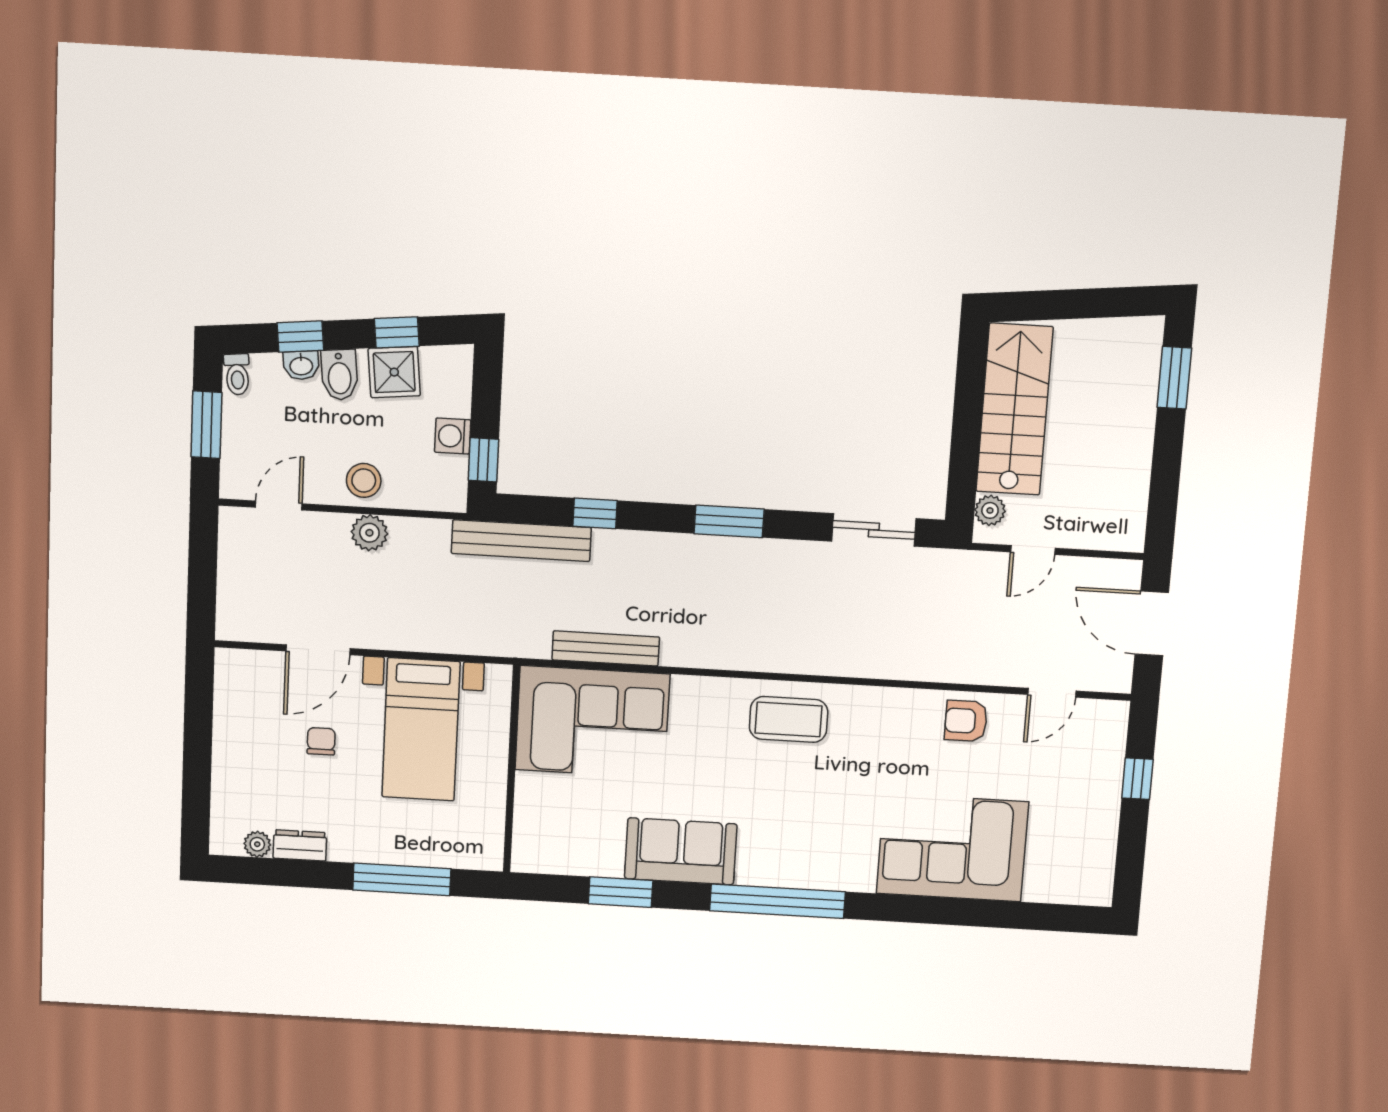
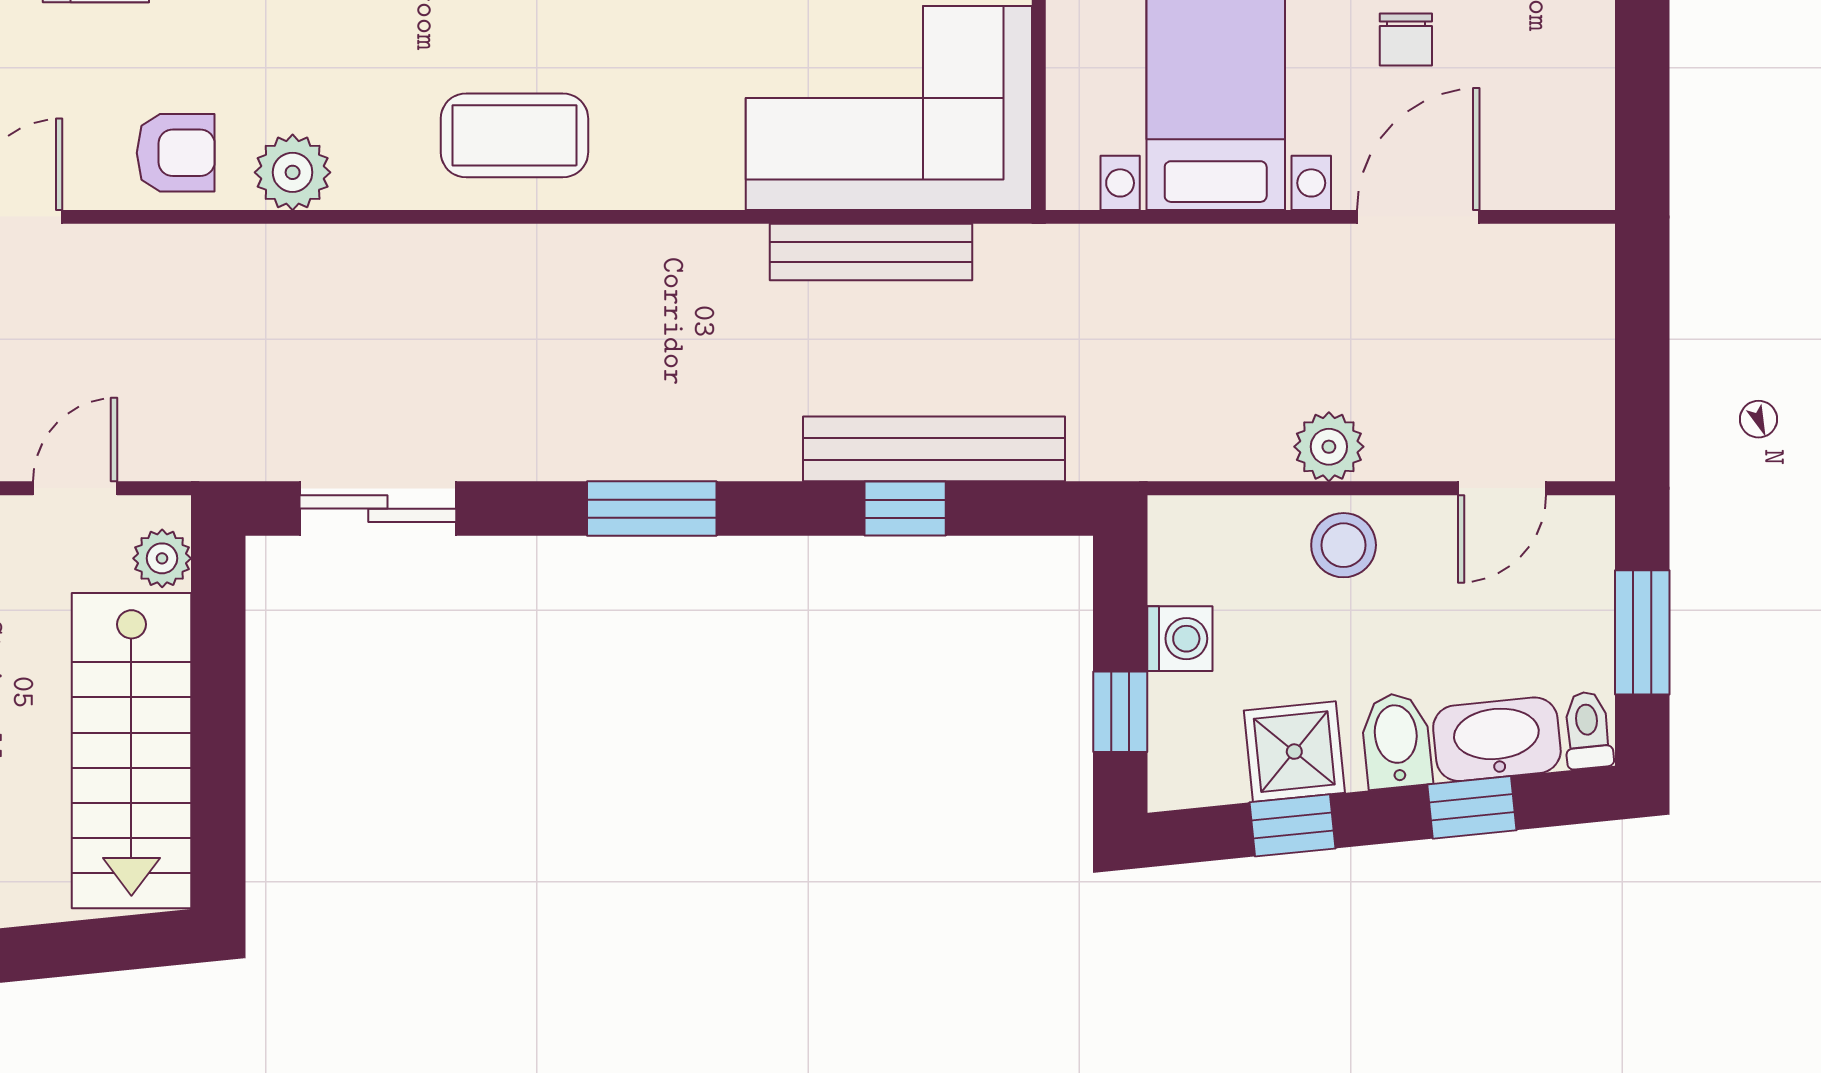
washbasin: (301, 365) -> (1497, 739), width x1.91, depth x1.45
window: (483, 460) -> (1120, 712), moved
bench: (521, 541) -> (934, 449), moved
plant: (906, 707) -> (293, 172), added

